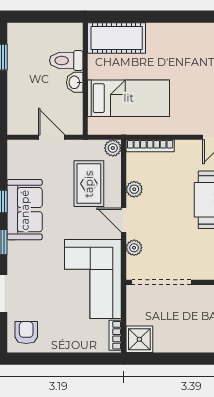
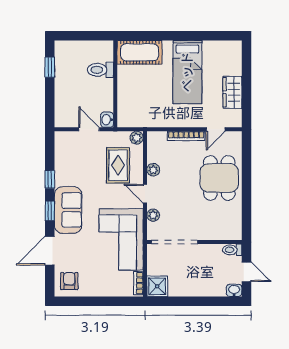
washbasin: (75, 82) -> (107, 120), moved
bed: (129, 98) -> (187, 72), moved, turned 90
bookcase: (150, 146) -> (186, 136), moved
sofa: (25, 210) -> (68, 210), moved

